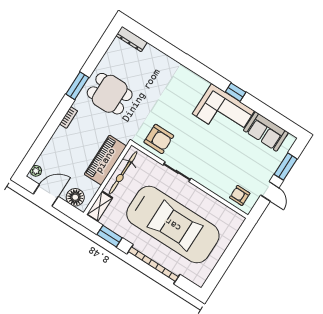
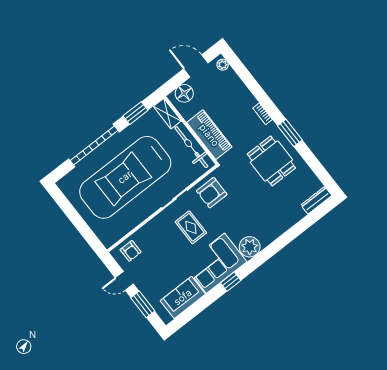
plant: (197, 86) -> (250, 247), added
dining table: (110, 94) -> (271, 161), turned 90
rug: (198, 147) -> (191, 227), added
door: (46, 195) -> (196, 66), swing flipped
armchair: (240, 195) -> (131, 251), turned 90

